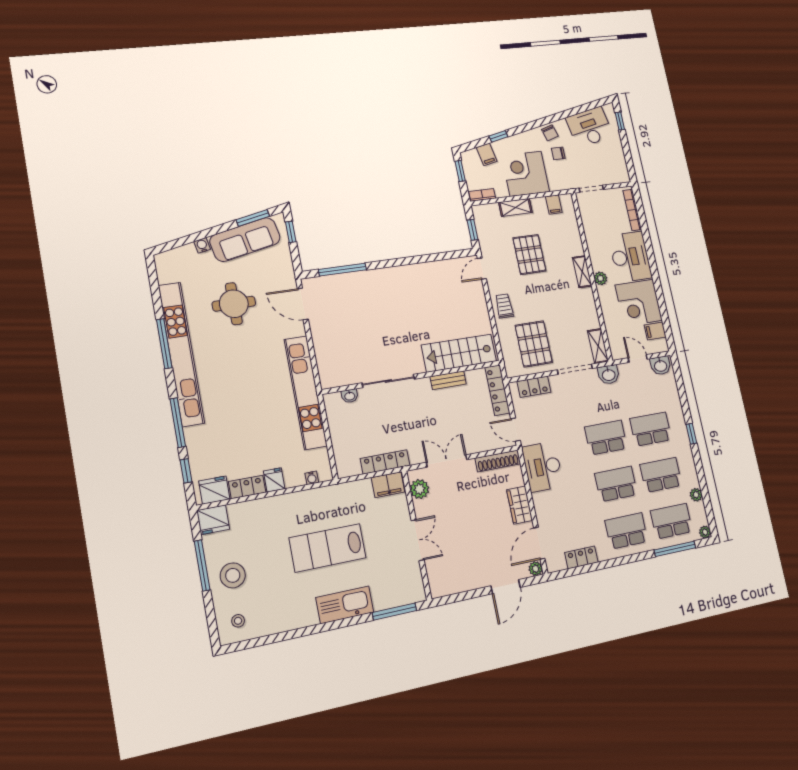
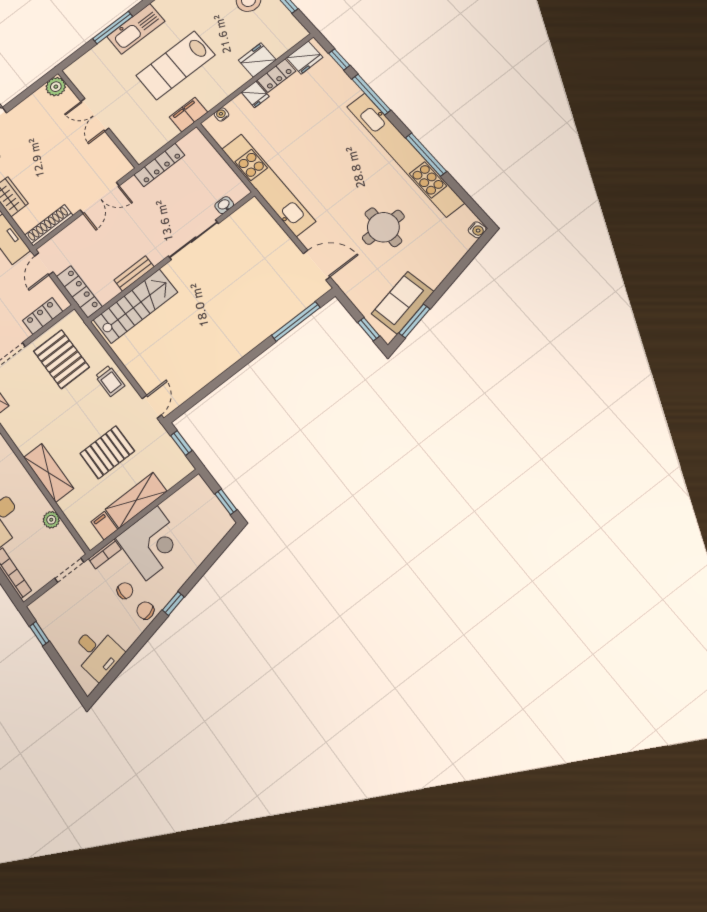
window: (620, 121) -> (39, 634), moved
desk: (590, 127) -> (97, 653), width x0.73
window: (498, 136) -> (173, 604), moved
filing cabinet: (487, 154) -> (206, 539), removed
bookcase: (482, 195) -> (105, 554), moved
shelving: (515, 207) -> (136, 500), width x1.50, depth x1.33
sofa: (245, 239) -> (403, 303), width x0.73
water cooler: (202, 245) -> (477, 230), moved
pallet: (529, 254) -> (107, 452), turned 90
shelving: (582, 272) -> (49, 473), width x1.50, depth x1.33
plant: (600, 278) -> (51, 520), moved
door: (515, 430) -> (44, 264), swing flipped
filing cabinet: (388, 485) -> (188, 115), moved
plant: (419, 489) -> (56, 87), moved
fridge: (213, 520) -> (257, 60), moved
lab bench: (328, 548) -> (176, 65), turned 180
window: (394, 611) -> (113, 28), moved

